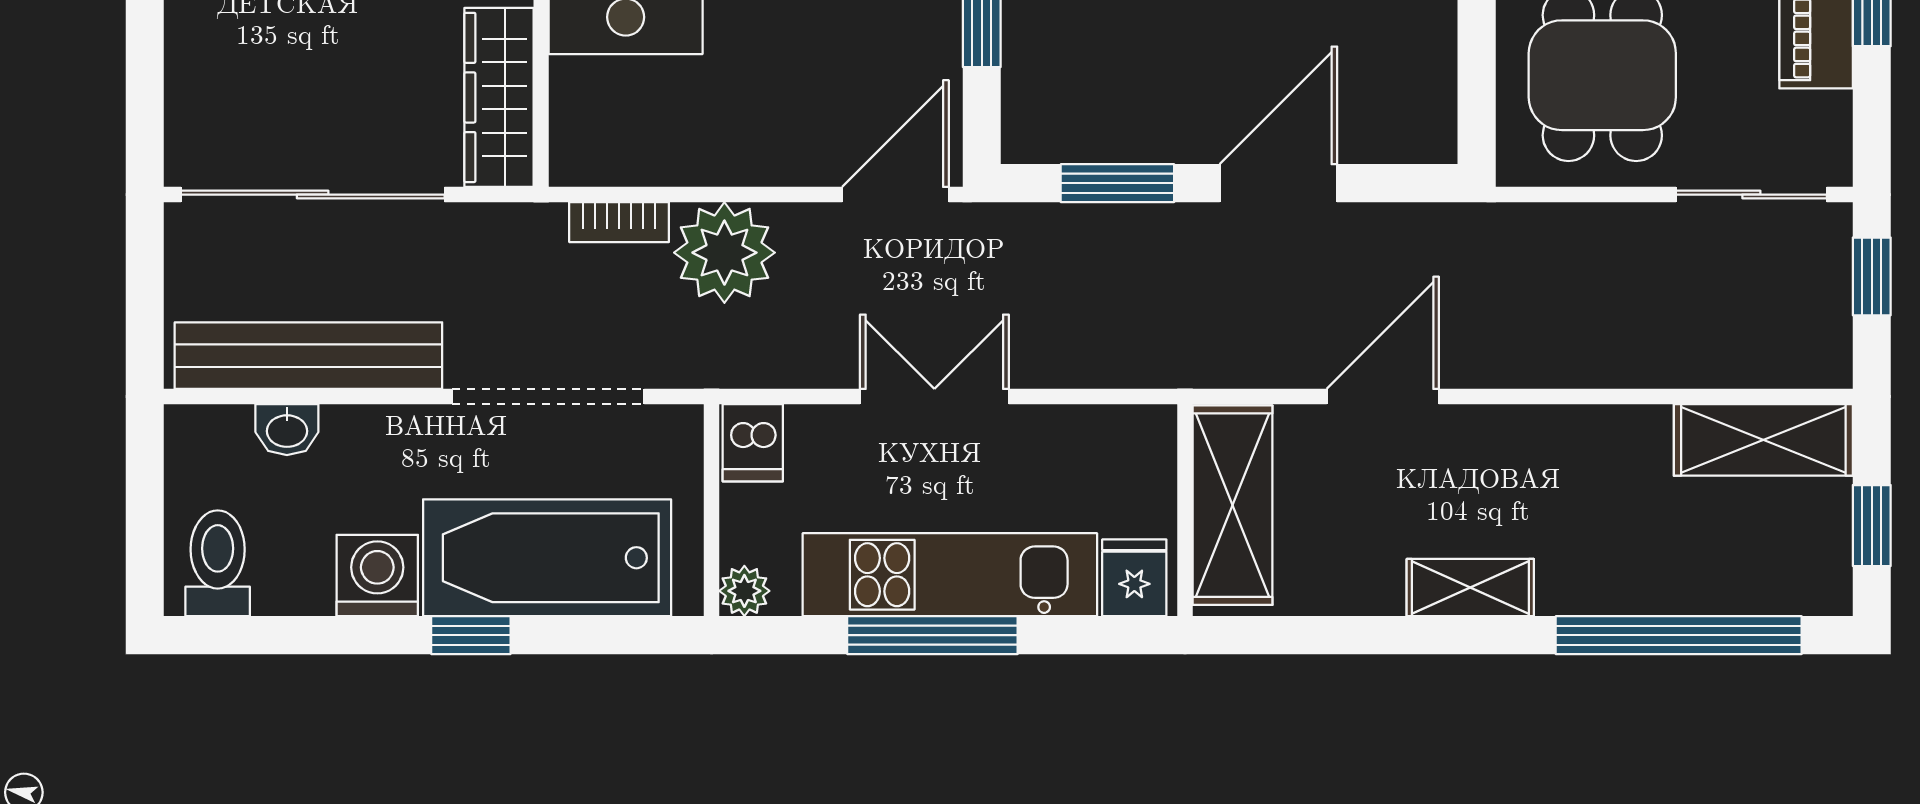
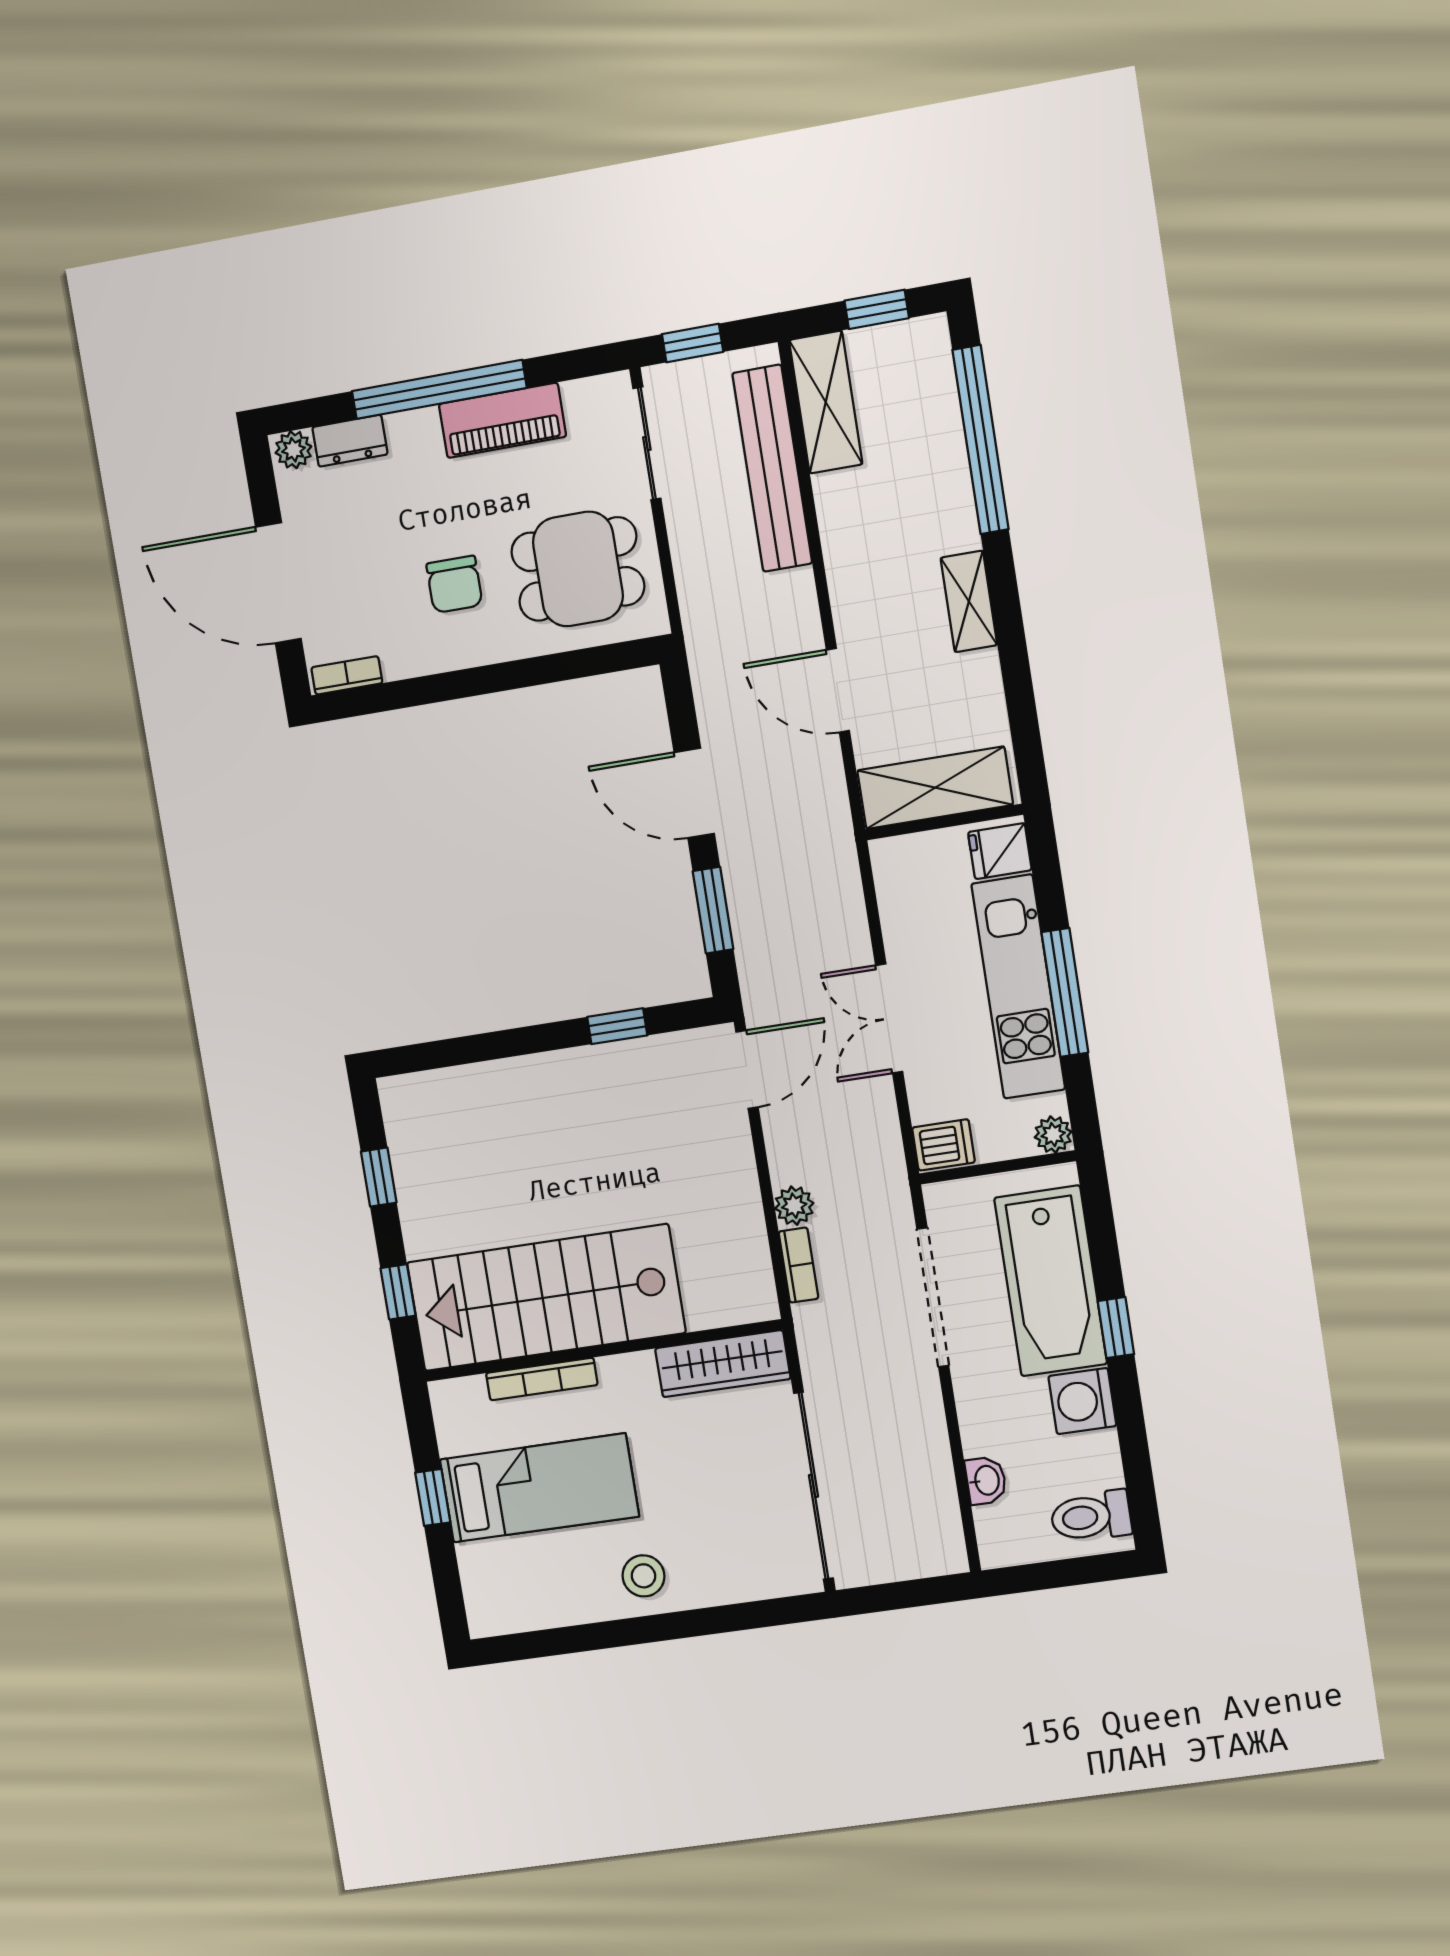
door: (895, 195) -> (747, 1070), swing flipped
plant: (724, 253) -> (794, 1206), width x0.53, depth x0.53
bench: (308, 356) -> (772, 468), moved

